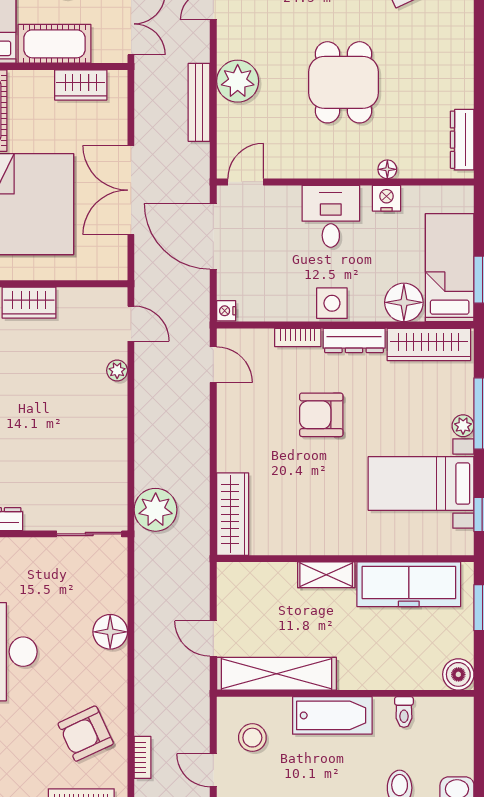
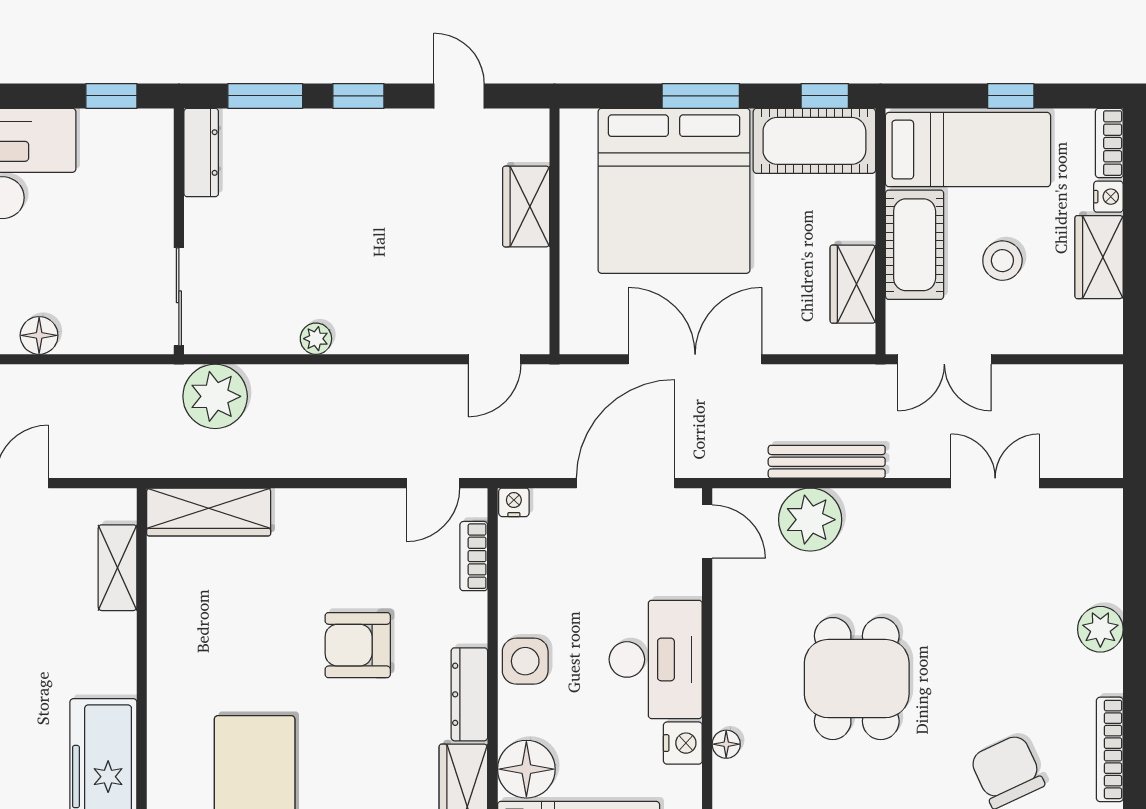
plant: (238, 81) -> (810, 520), moved
dining table: (344, 82) -> (857, 679), turned 90
desk: (331, 216) -> (656, 659), width x1.37
bookcase: (298, 337) -> (474, 556), moved
plant: (117, 370) -> (316, 339), moved
armchair: (321, 415) -> (358, 645), turned -90
shelving: (326, 575) -> (118, 568), moved
floor lamp: (110, 632) -> (39, 335), width x0.73, depth x0.73

